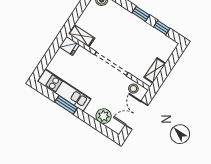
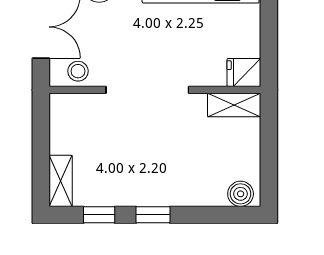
shelving: (155, 70) -> (61, 181), moved

